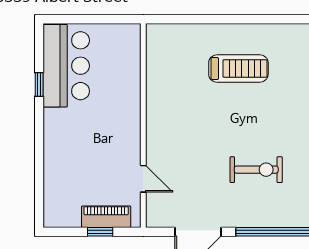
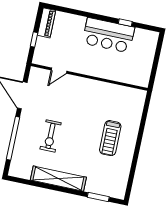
bar counter: (66, 66) -> (108, 35), moved
piano: (106, 217) -> (47, 23), moved

